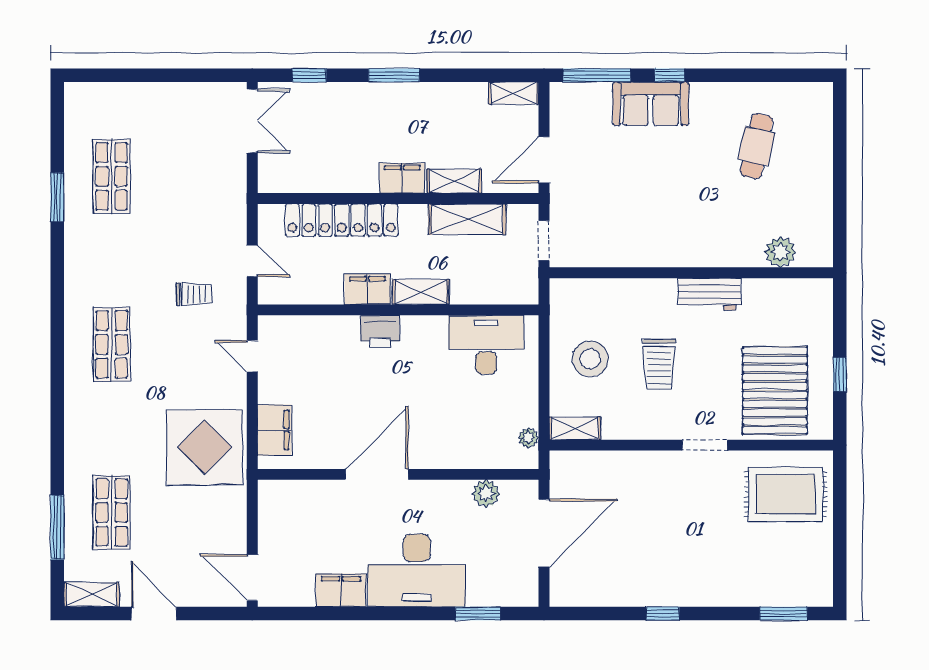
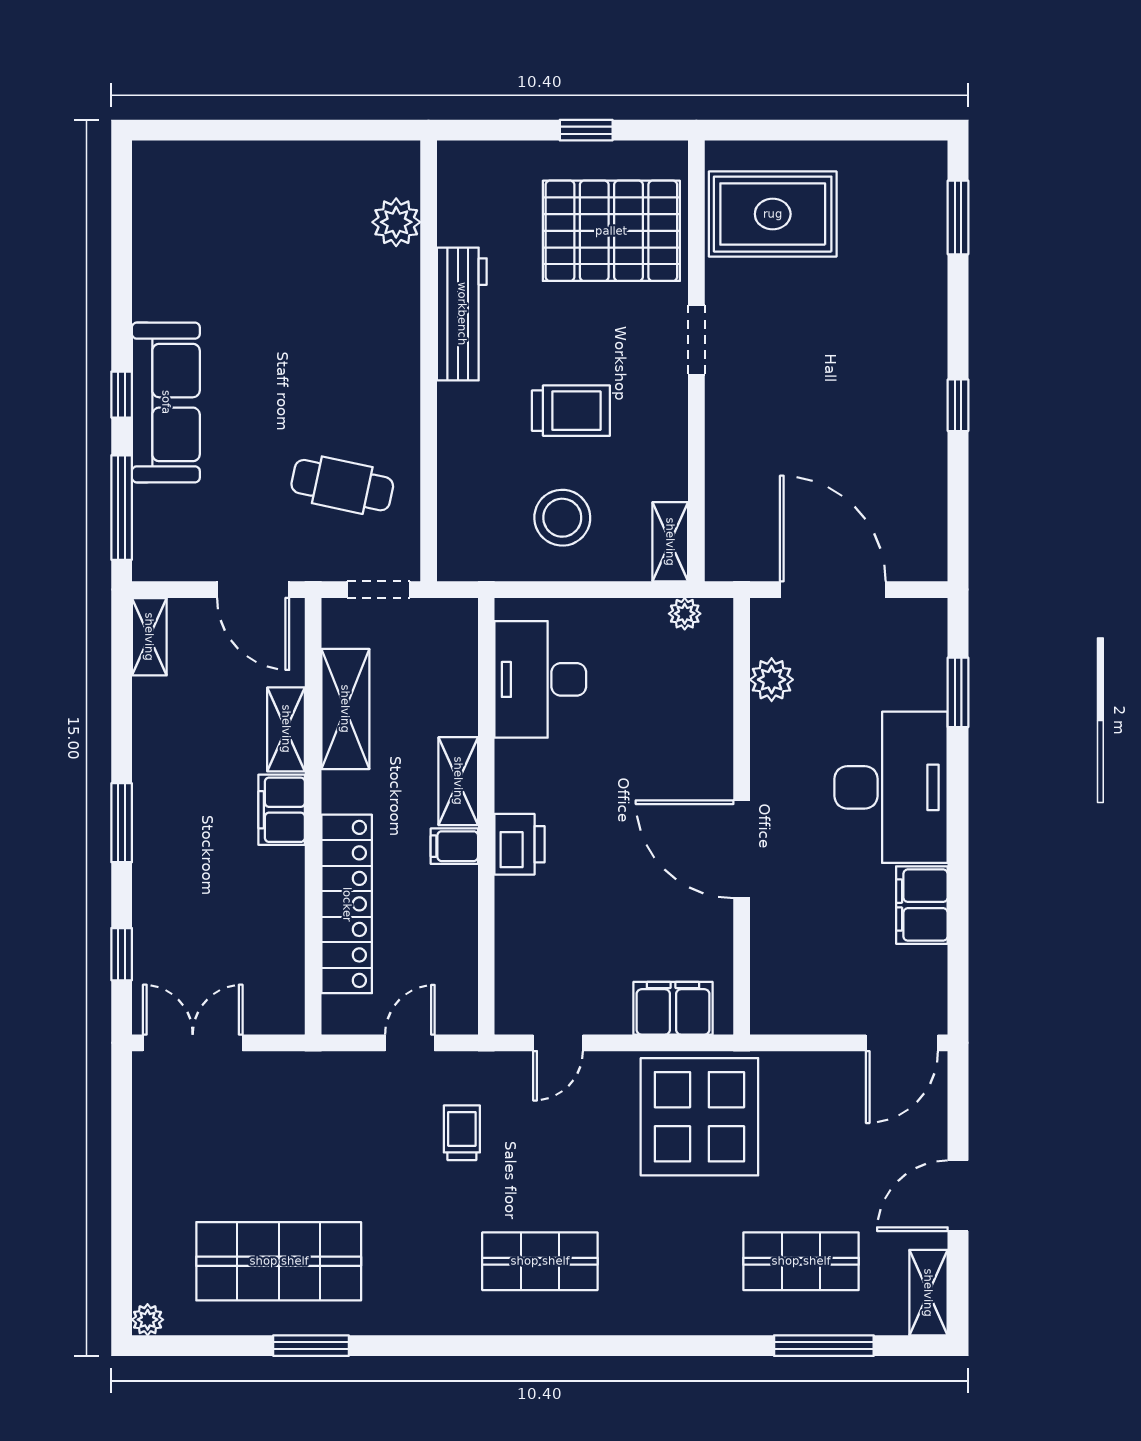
plant: (74, 92) -> (148, 1320), added
sofa: (651, 104) -> (166, 402), width x1.36
cafe table: (757, 146) -> (342, 485), moved
shop shelf: (112, 176) -> (279, 1261), width x1.43, depth x1.36
filing cabinet: (367, 289) -> (454, 846), width x0.50
workbench: (710, 294) -> (462, 314), width x1.38
rug: (786, 494) -> (773, 214), turned 90

